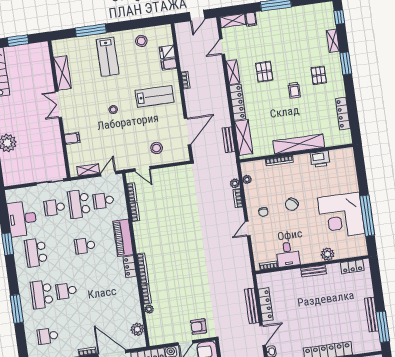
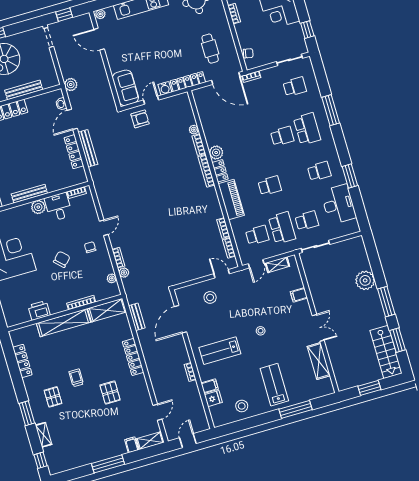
shelving: (233, 72) -> (142, 387), removed
shelving: (244, 138) -> (107, 310), moved, turned 90
school desk: (36, 253) -> (319, 171), width x0.54
plant: (328, 254) -> (38, 207), moved
bench: (314, 271) -> (29, 194), width x1.36
plant: (137, 329) -> (216, 152), moved

